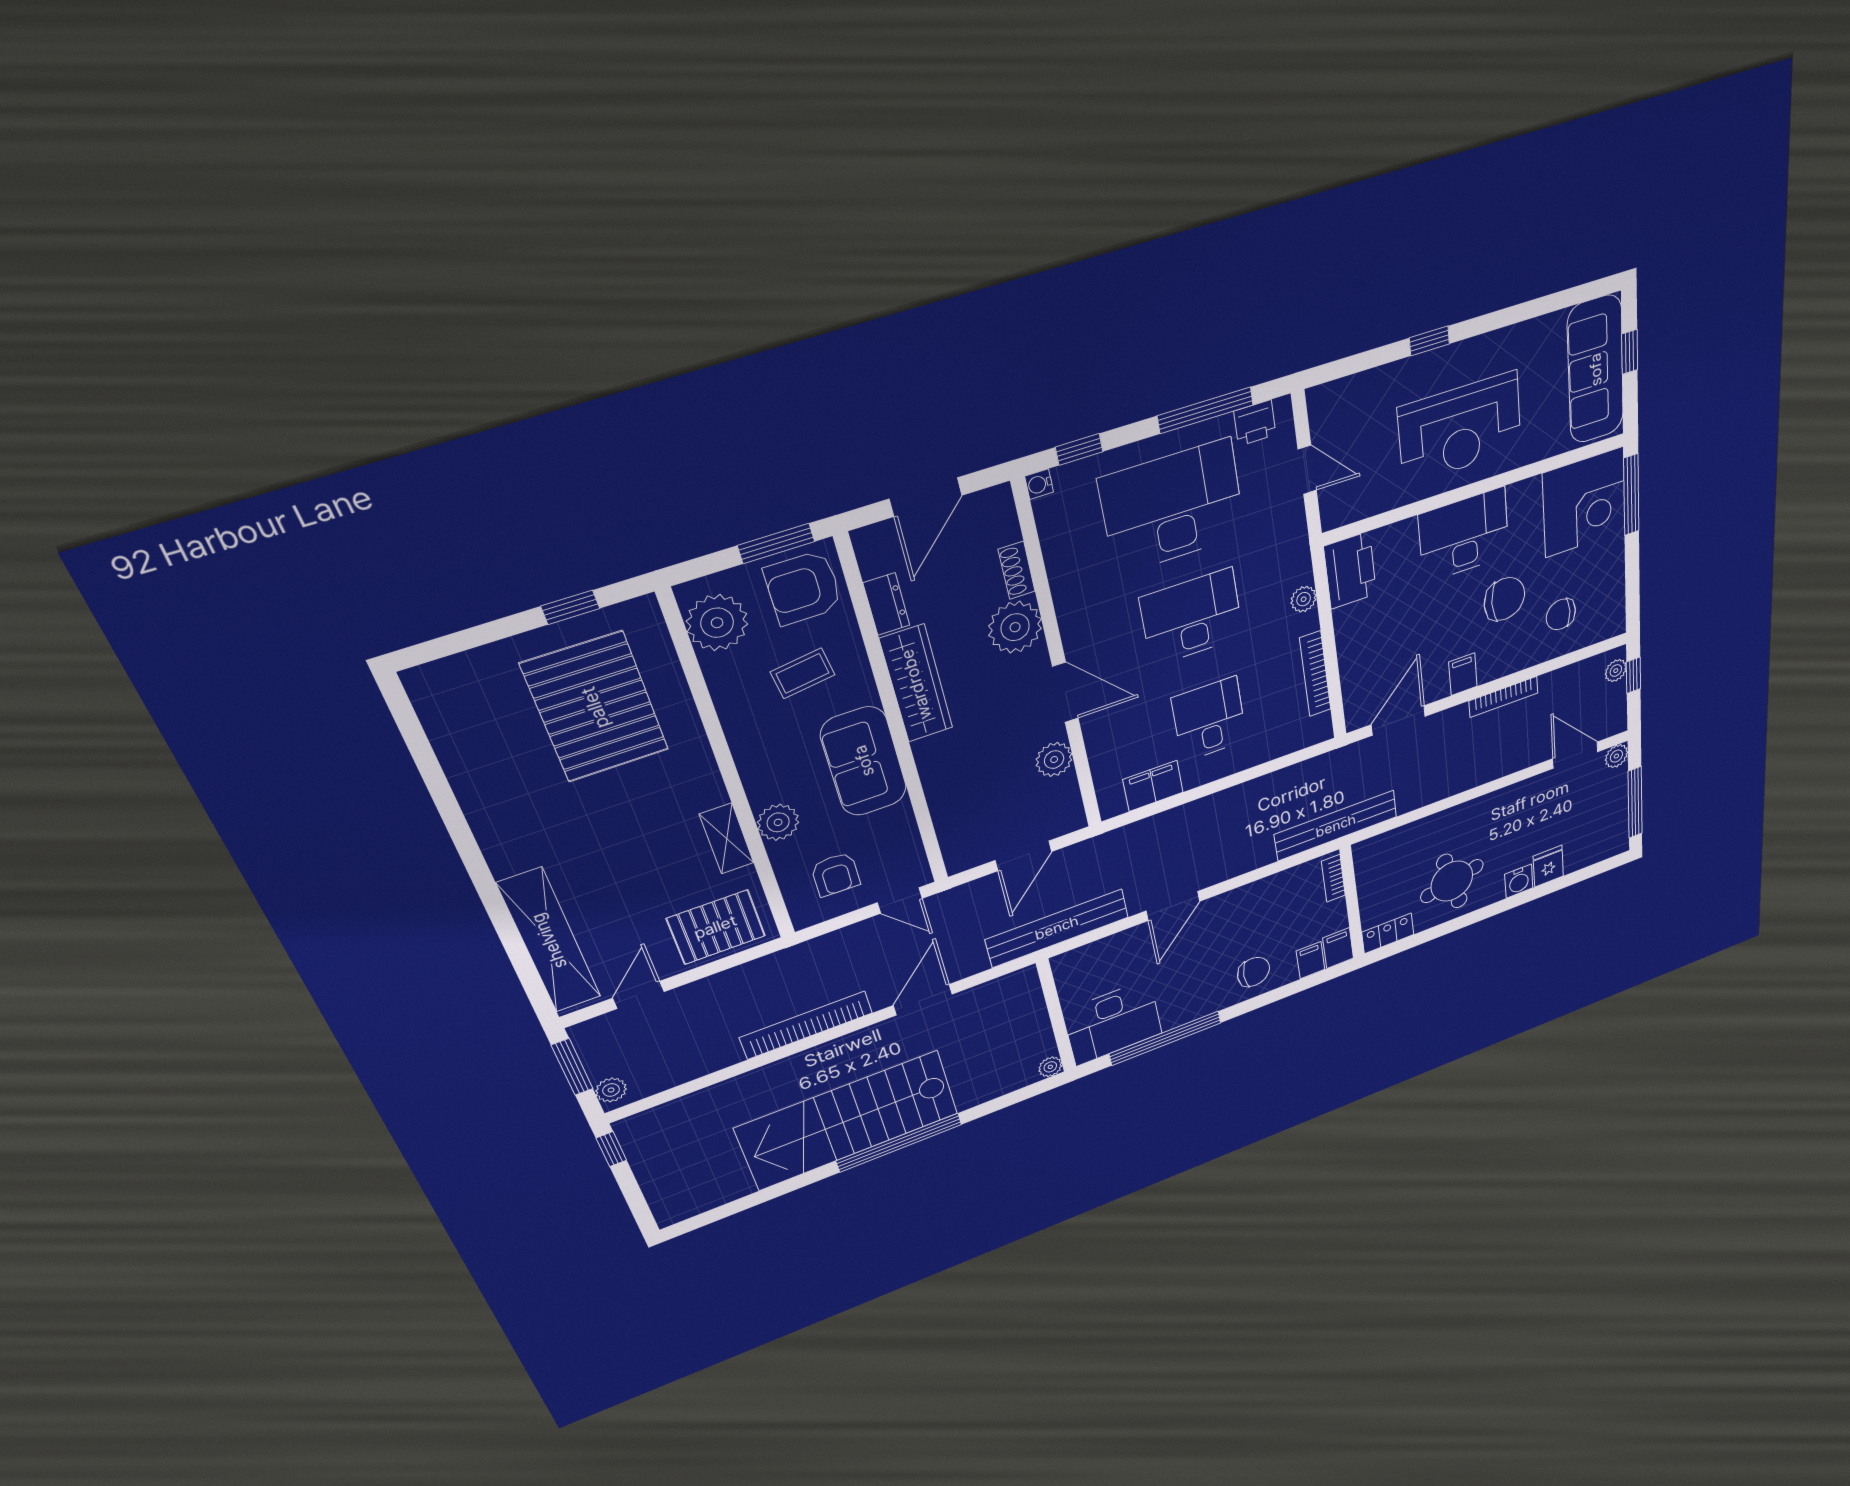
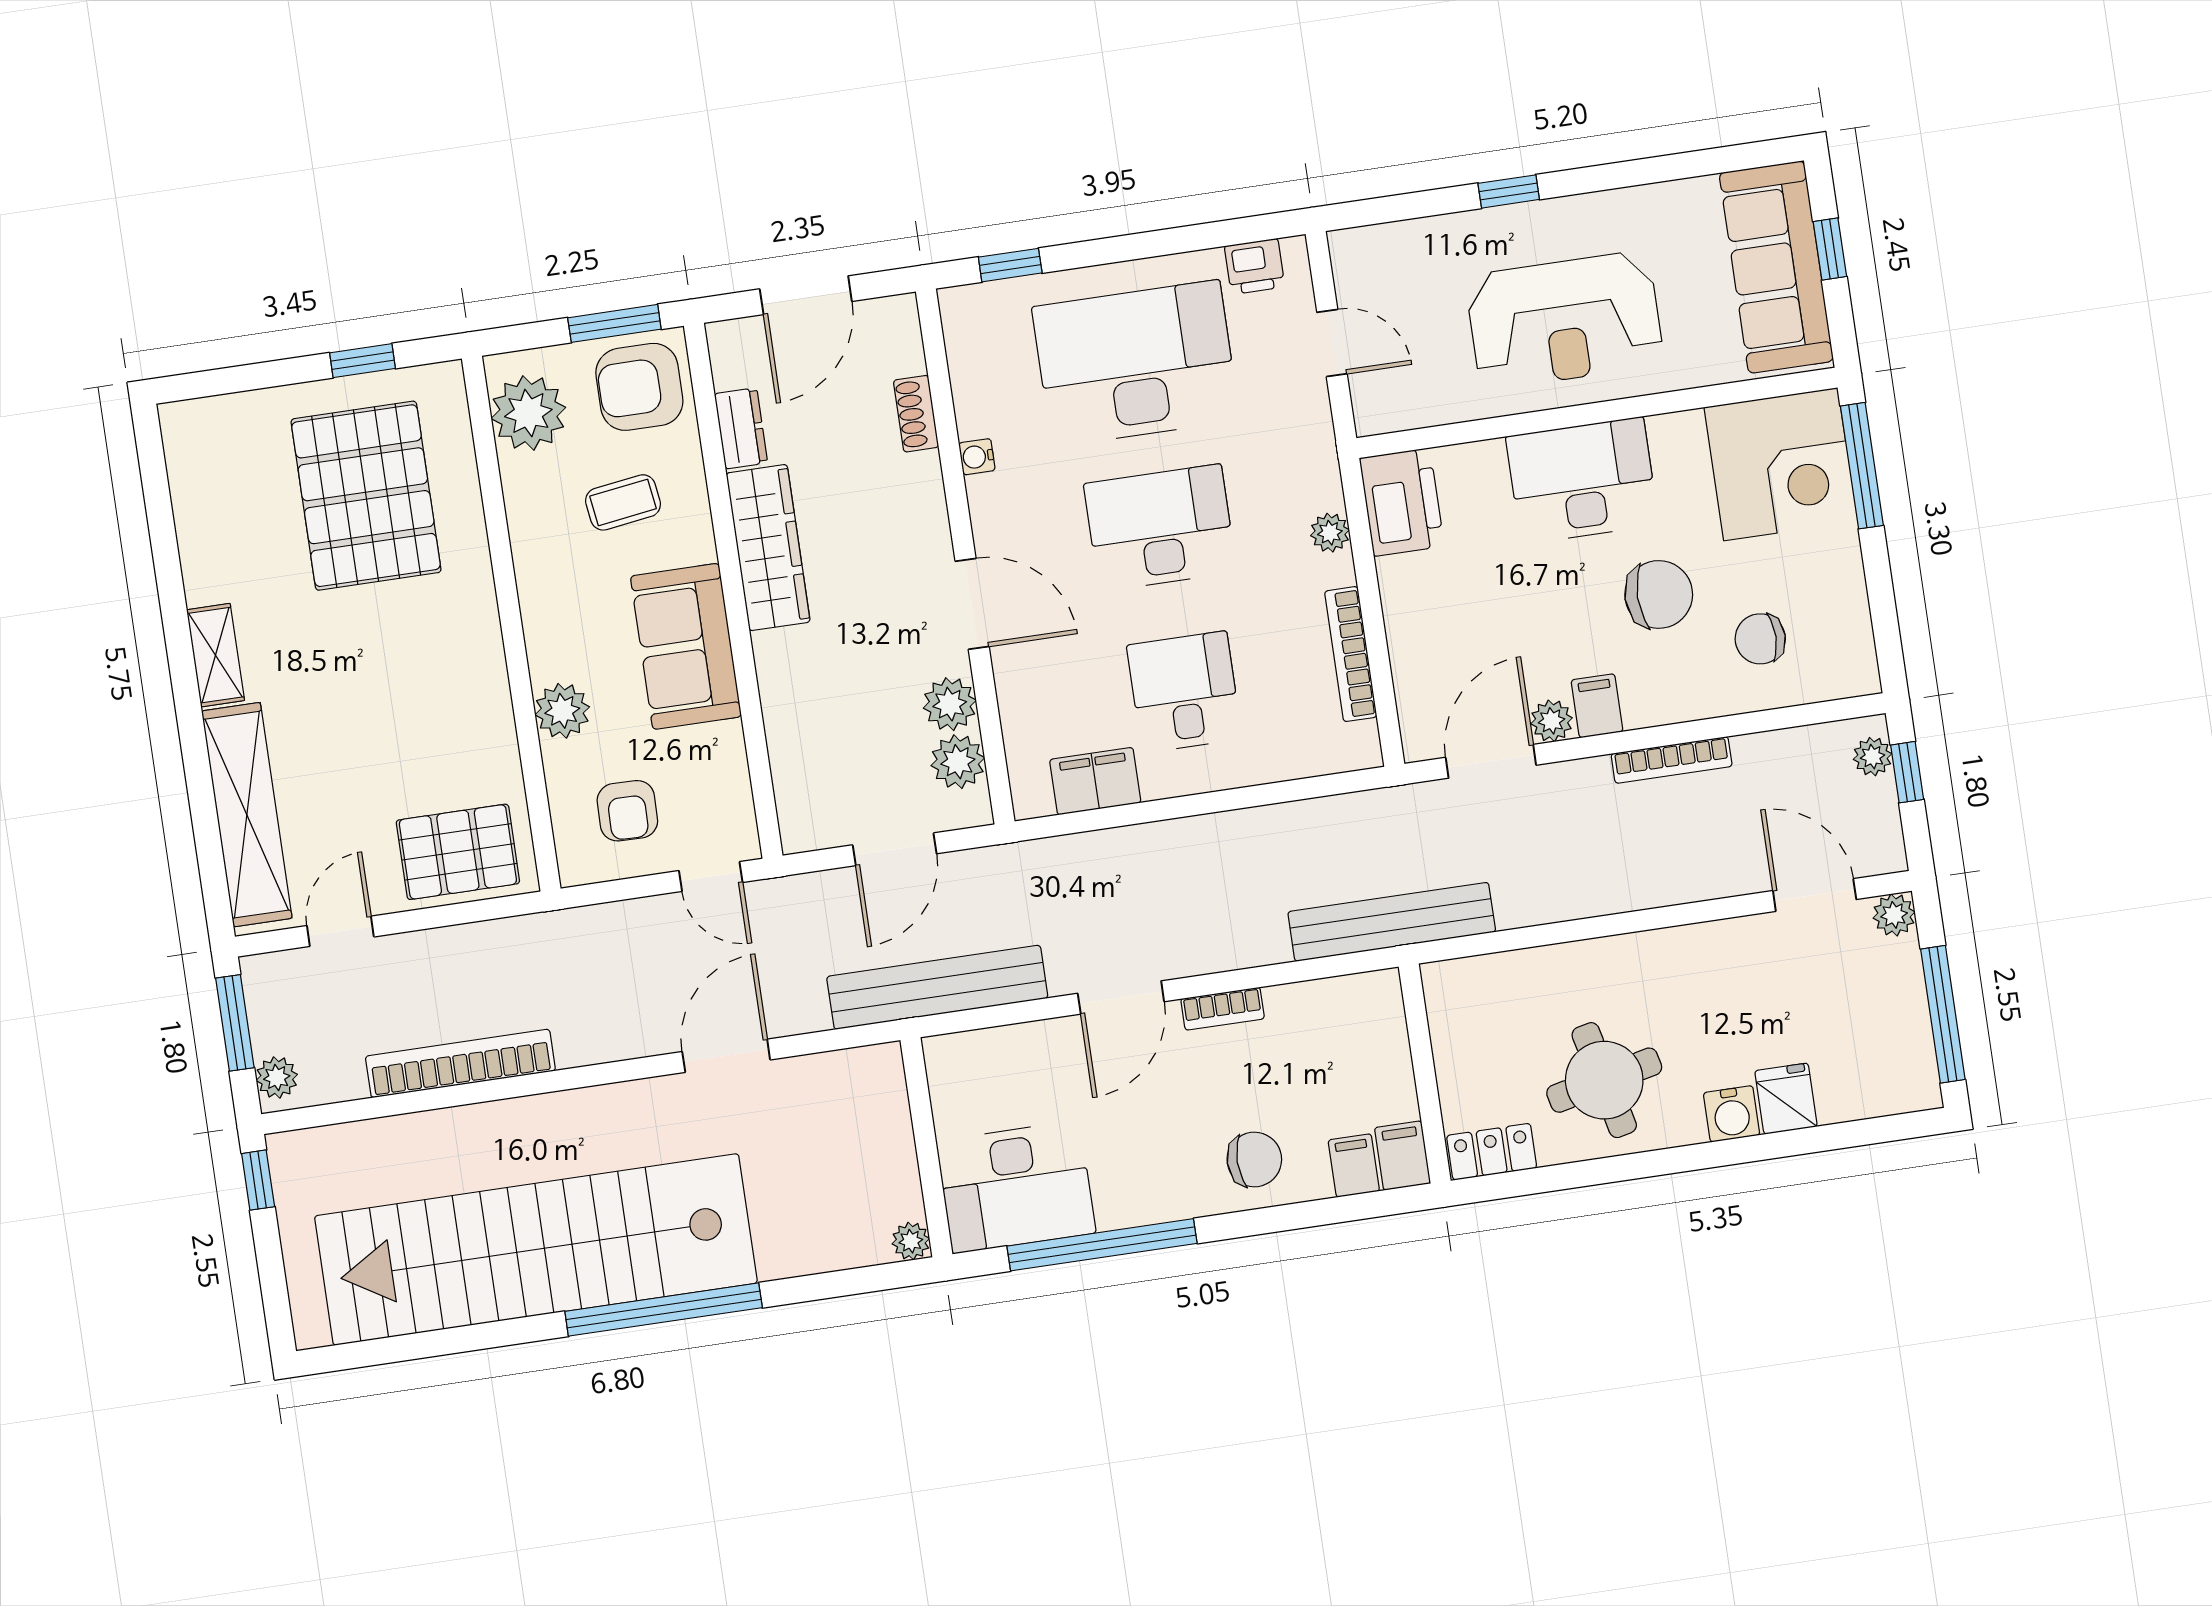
window: (1205, 410) -> (1184, 239), removed
water cooler: (1039, 484) -> (977, 457), moved
plant: (1015, 627) -> (958, 762), moved, width x0.73, depth x0.73
plant: (1436, 689) -> (1552, 721), added
shelving: (727, 839) -> (216, 655), moved
bookcase: (1333, 878) -> (1223, 1009), moved, turned -90
bookcase: (806, 1025) -> (460, 1063), moved
stairs: (848, 1121) -> (536, 1250), width x1.36

